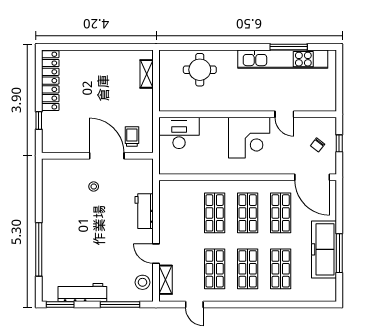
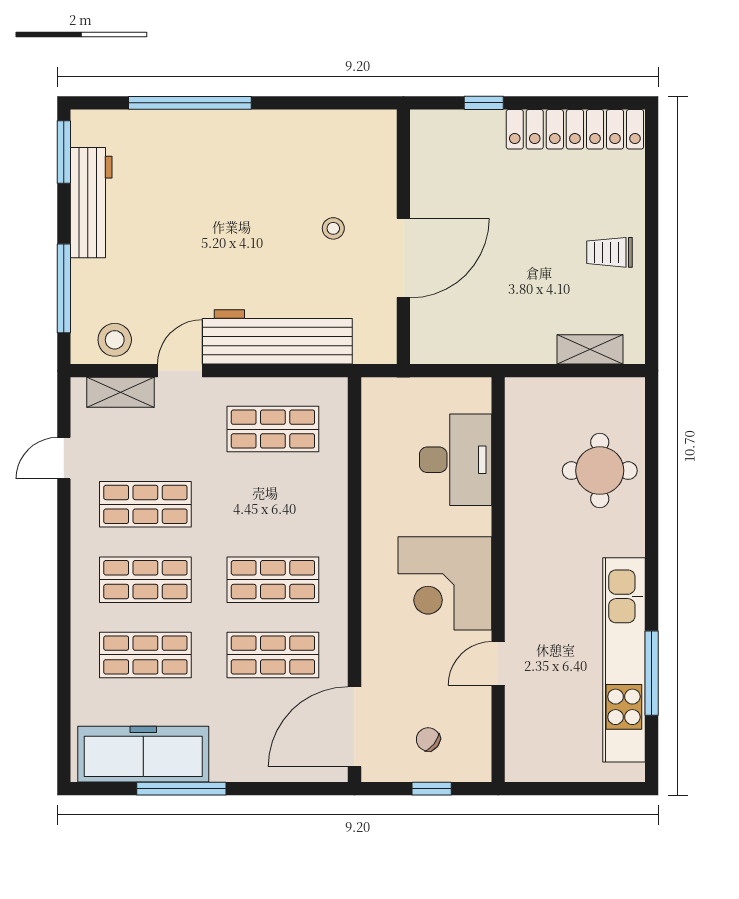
desk: (179, 133) -> (456, 460), moved
trolley: (132, 136) -> (610, 252), moved, turned 180
workbench: (144, 211) -> (277, 337), width x1.87, depth x1.32
shop shelf: (215, 213) -> (273, 429), moved
freezer: (324, 249) -> (143, 754), moved

